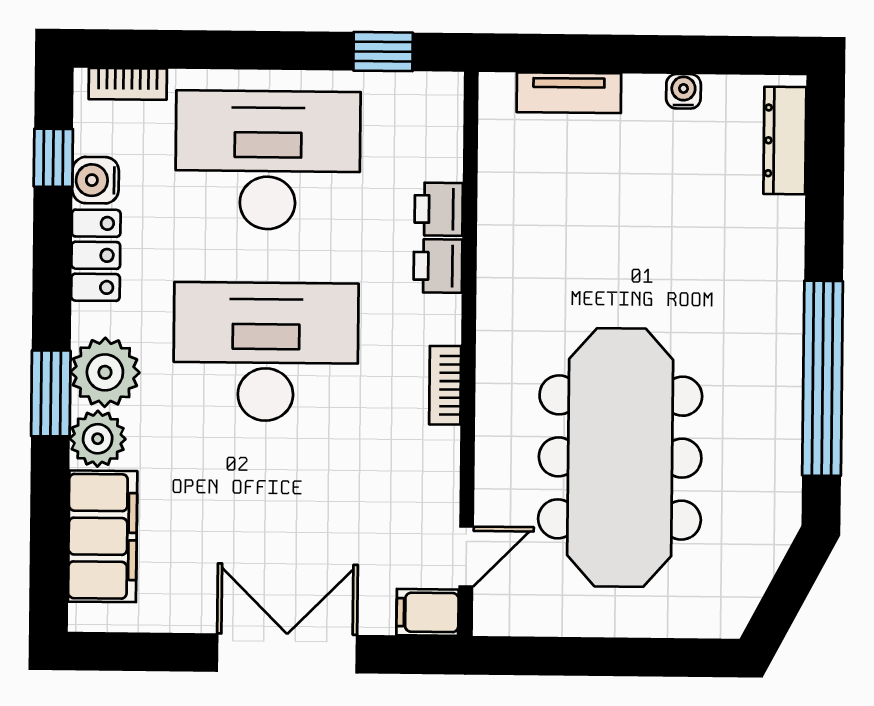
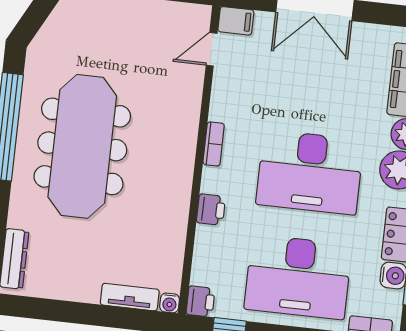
water cooler: (683, 91) -> (170, 303), moved
printer: (439, 209) -> (201, 301), moved
meeting table: (620, 458) -> (82, 146), moved

